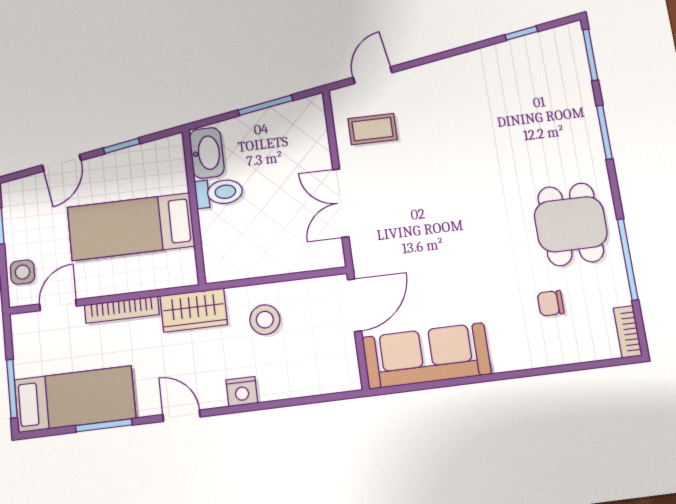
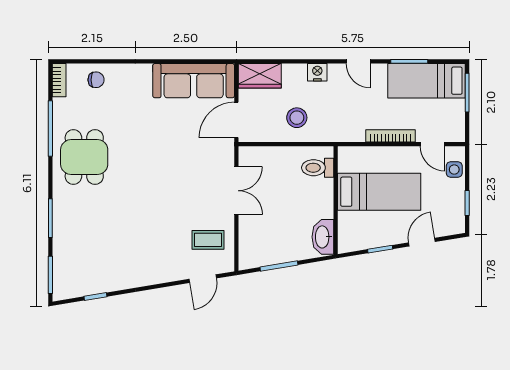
toilet: (219, 192) -> (318, 168), moved
chair: (551, 303) -> (96, 80), moved
door: (58, 305) -> (432, 144), hinge flipped
wardrobe: (194, 310) -> (260, 76), moved, turned 180

